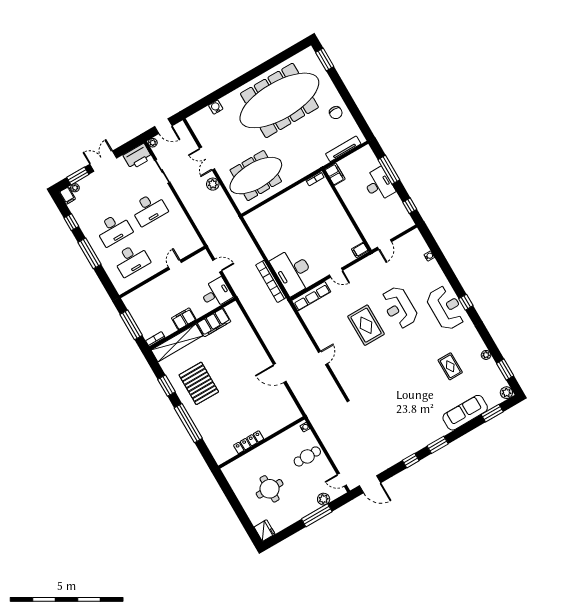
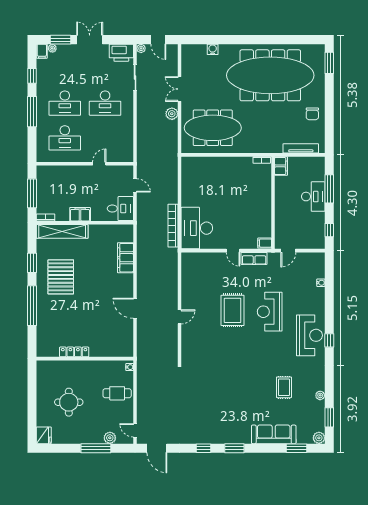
row of seats: (311, 296) -> (254, 258), moved, width x0.68
filing cabinet: (214, 322) -> (125, 258), moved, turned 90

